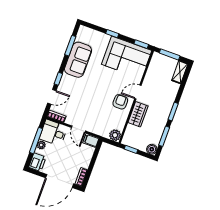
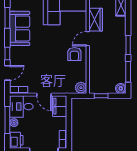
armchair: (120, 102) -> (74, 54), turned 180
wardrobe: (138, 114) -> (96, 20), moved
filing cabinet: (91, 140) -> (60, 106), width x2.00

